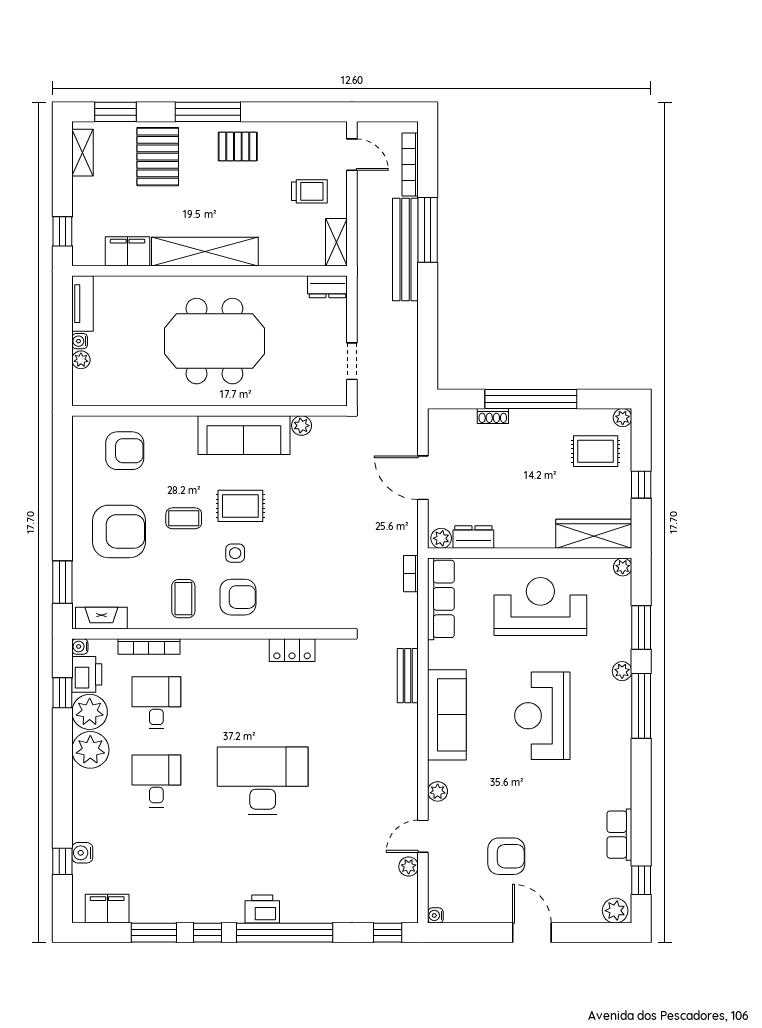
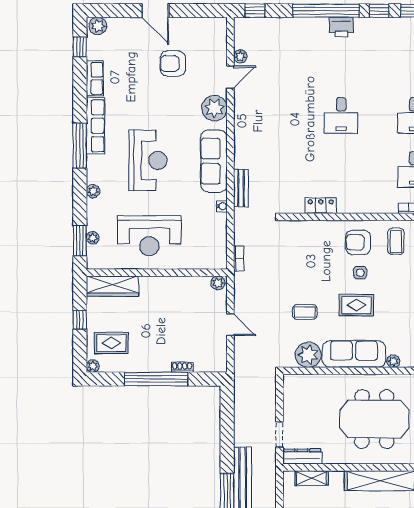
shelving: (336, 242) -> (311, 478), moved, turned 90
dresser: (327, 287) -> (302, 457), width x1.44
doorway: (352, 361) -> (280, 434), moved
plant: (187, 425) -> (393, 361), added
plant: (302, 426) -> (308, 355), width x1.88, depth x1.88
door: (423, 478) -> (230, 325), width x0.73
coffee table: (184, 518) -> (305, 312), moved
dresser: (473, 537) -> (196, 284), removed
plant: (623, 567) -> (93, 238), moved
row of seats: (441, 599) -> (96, 126), moved, turned 180
window: (641, 627) -> (80, 241), moved
window: (641, 706) -> (80, 146), moved
desk: (263, 781) -> (341, 115), width x0.53, depth x0.77
plant: (438, 791) -> (214, 108), width x1.88, depth x1.88
water cooler: (435, 915) -> (222, 206), moved

